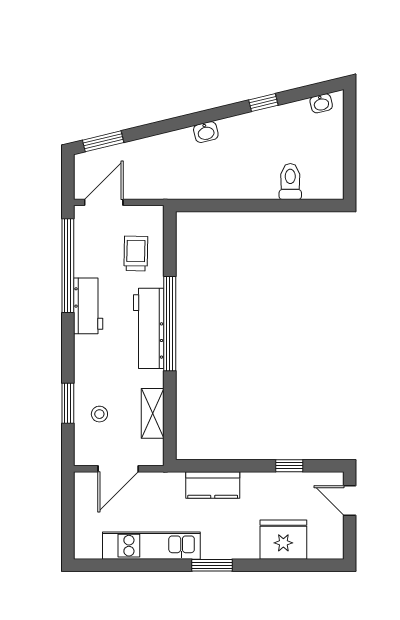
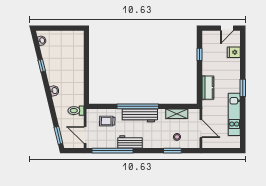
toilet: (290, 181) -> (76, 111), moved
door: (350, 500) -> (227, 28), moved
fridge: (283, 540) -> (234, 52), width x0.53, depth x0.75

